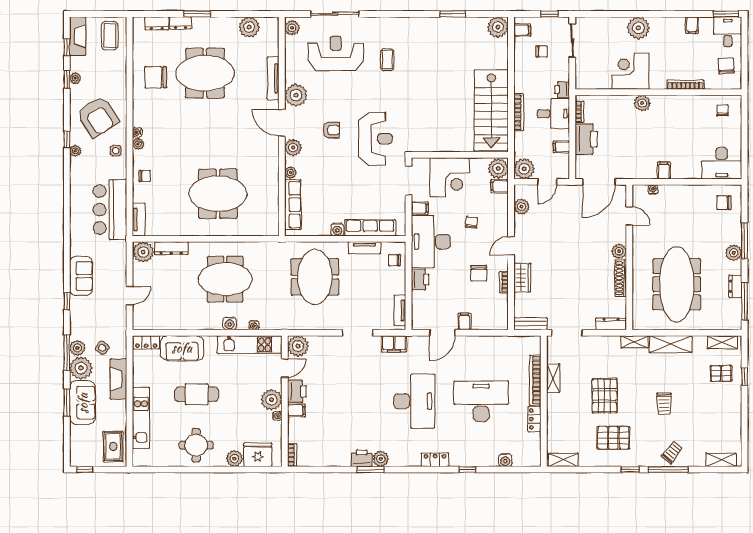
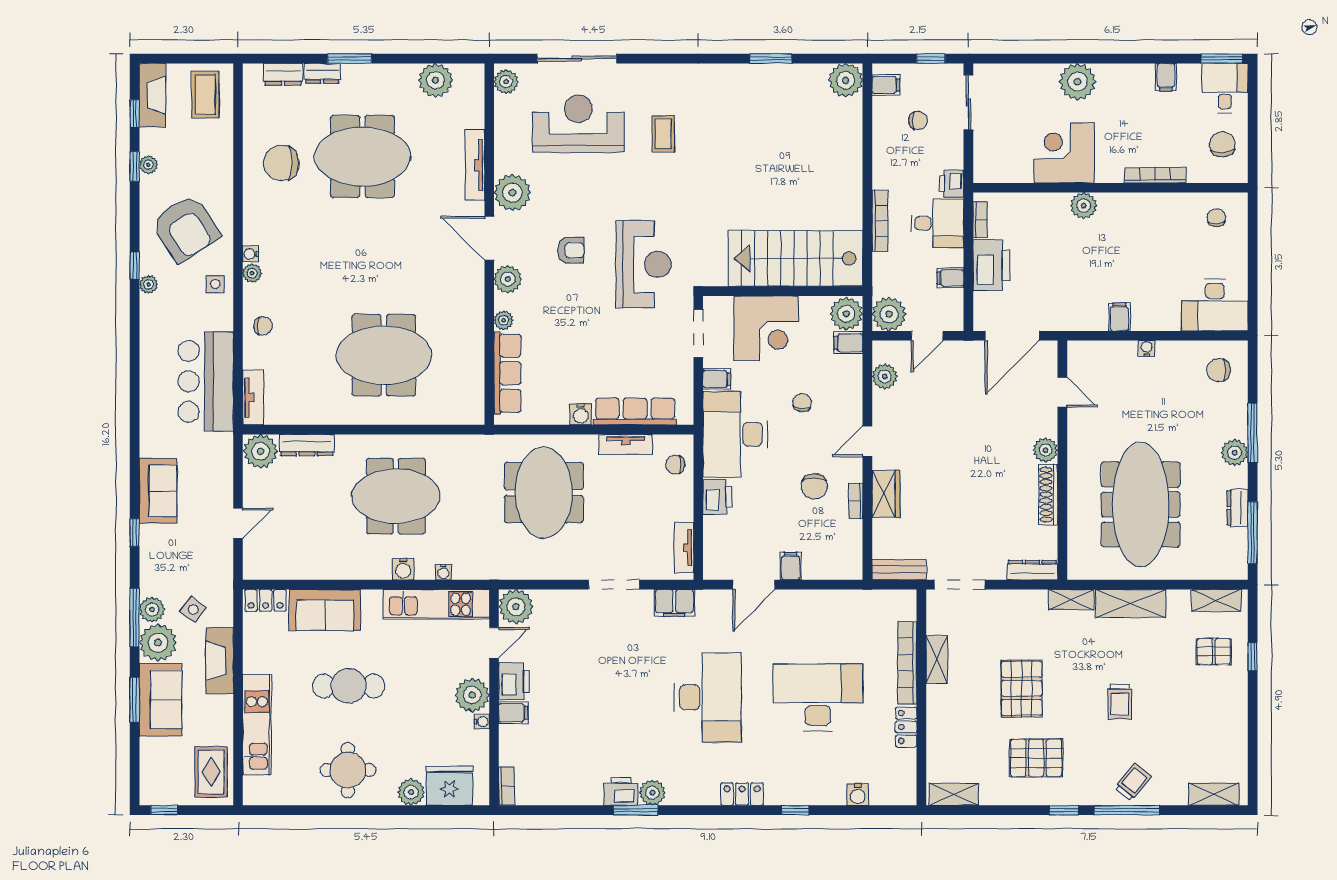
stairs: (491, 110) -> (796, 258), moved, turned 90
water cooler: (653, 190) -> (1147, 348), moved

